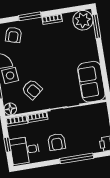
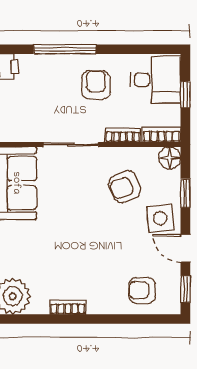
window: (30, 16) -> (107, 319), removed
armchair: (13, 35) -> (142, 290), turned -107
armchair: (32, 89) -> (125, 187), turned -74

